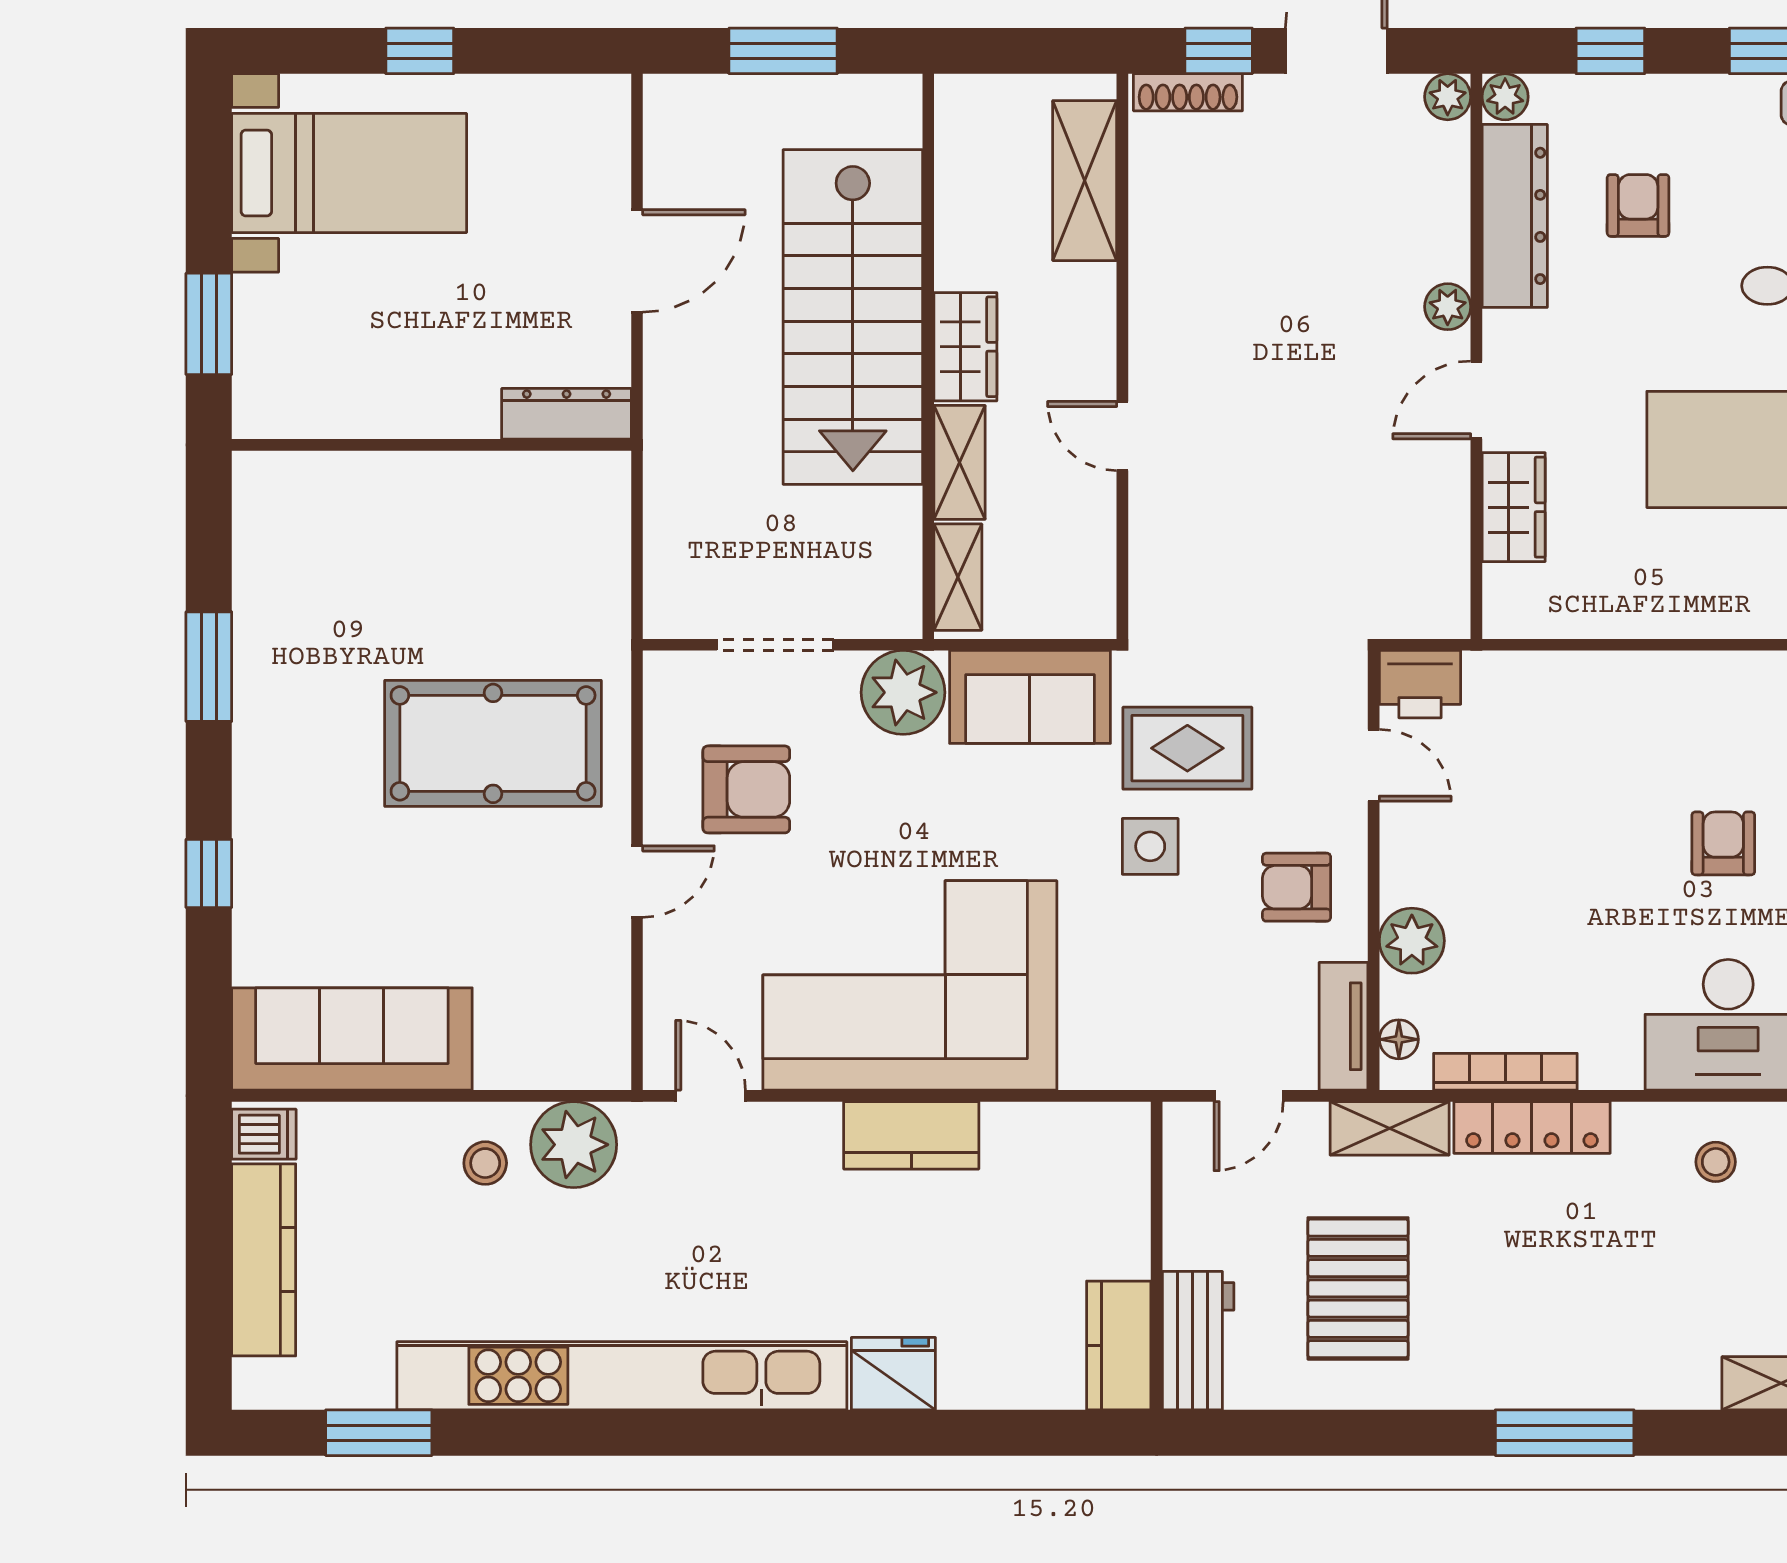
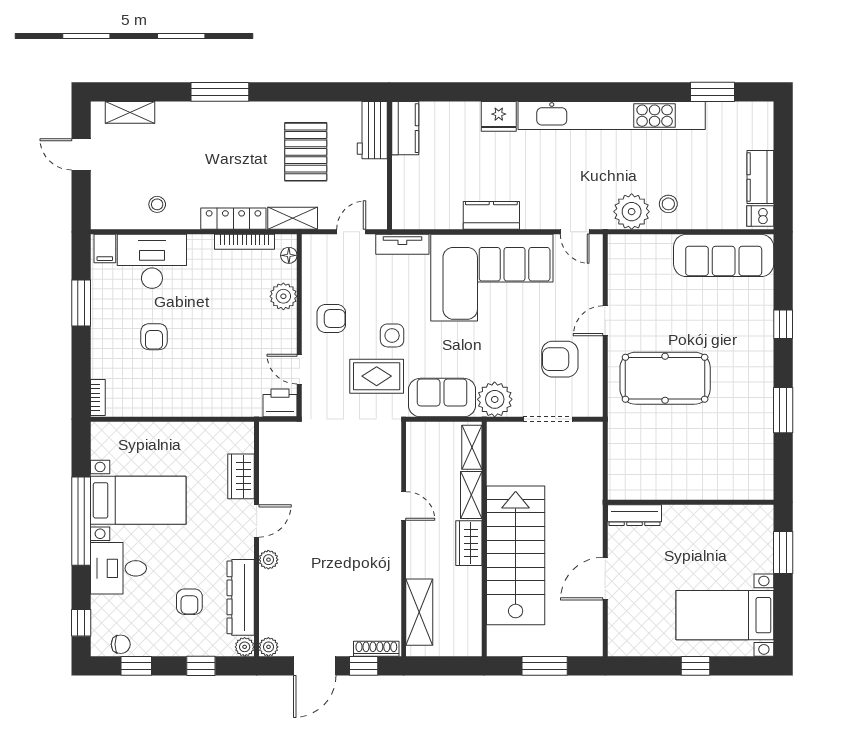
tv unit: (1343, 1026) -> (402, 244), moved, turned 90
kitchen counter: (264, 1260) -> (760, 177), width x0.67

